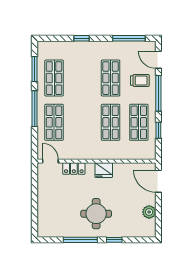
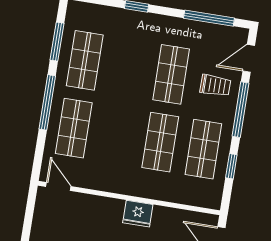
door: (158, 60) -> (249, 58), hinge flipped
locker: (74, 169) -> (93, 204), removed

